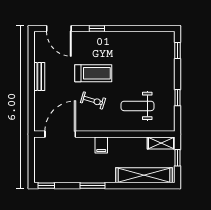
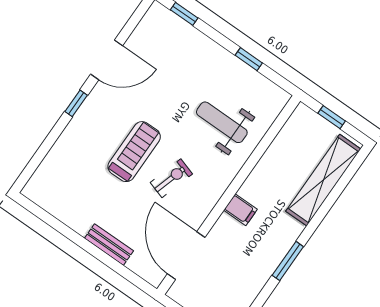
door: (59, 28) -> (107, 60), moved
bench: (39, 77) -> (109, 245), moved
weight bench: (137, 106) -> (222, 122), turned 90
shelving: (161, 143) -> (295, 125), removed

